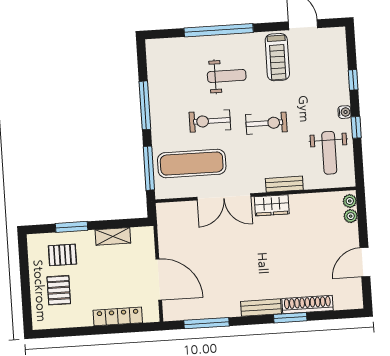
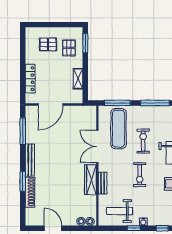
wardrobe: (272, 205) -> (90, 180), width x1.50
window: (72, 227) -> (85, 43), moved
bench: (261, 308) -> (30, 160), width x1.36

